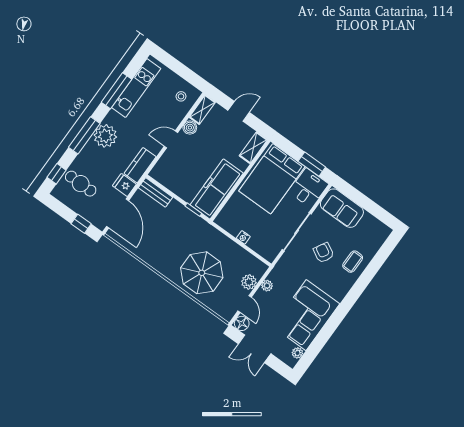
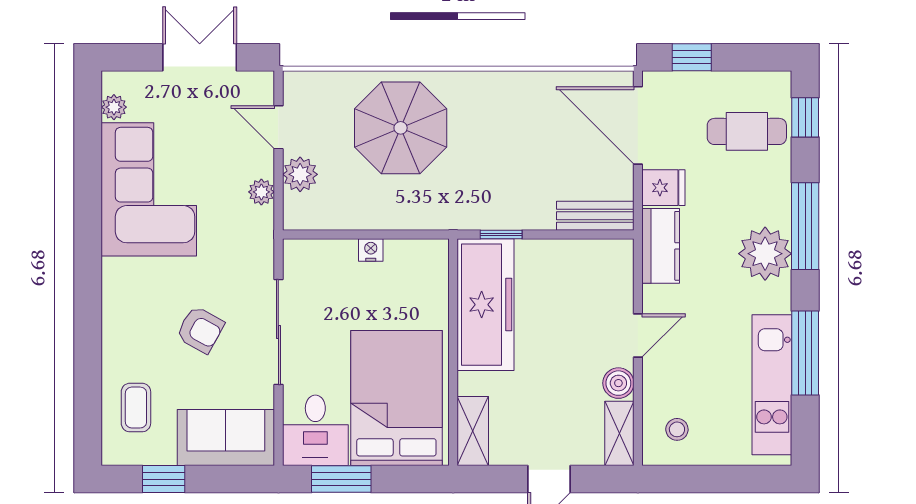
window: (374, 209) -> (164, 479), added
coffee table: (353, 262) -> (136, 408), moved
floor lamp: (242, 323) -> (258, 87), removed

